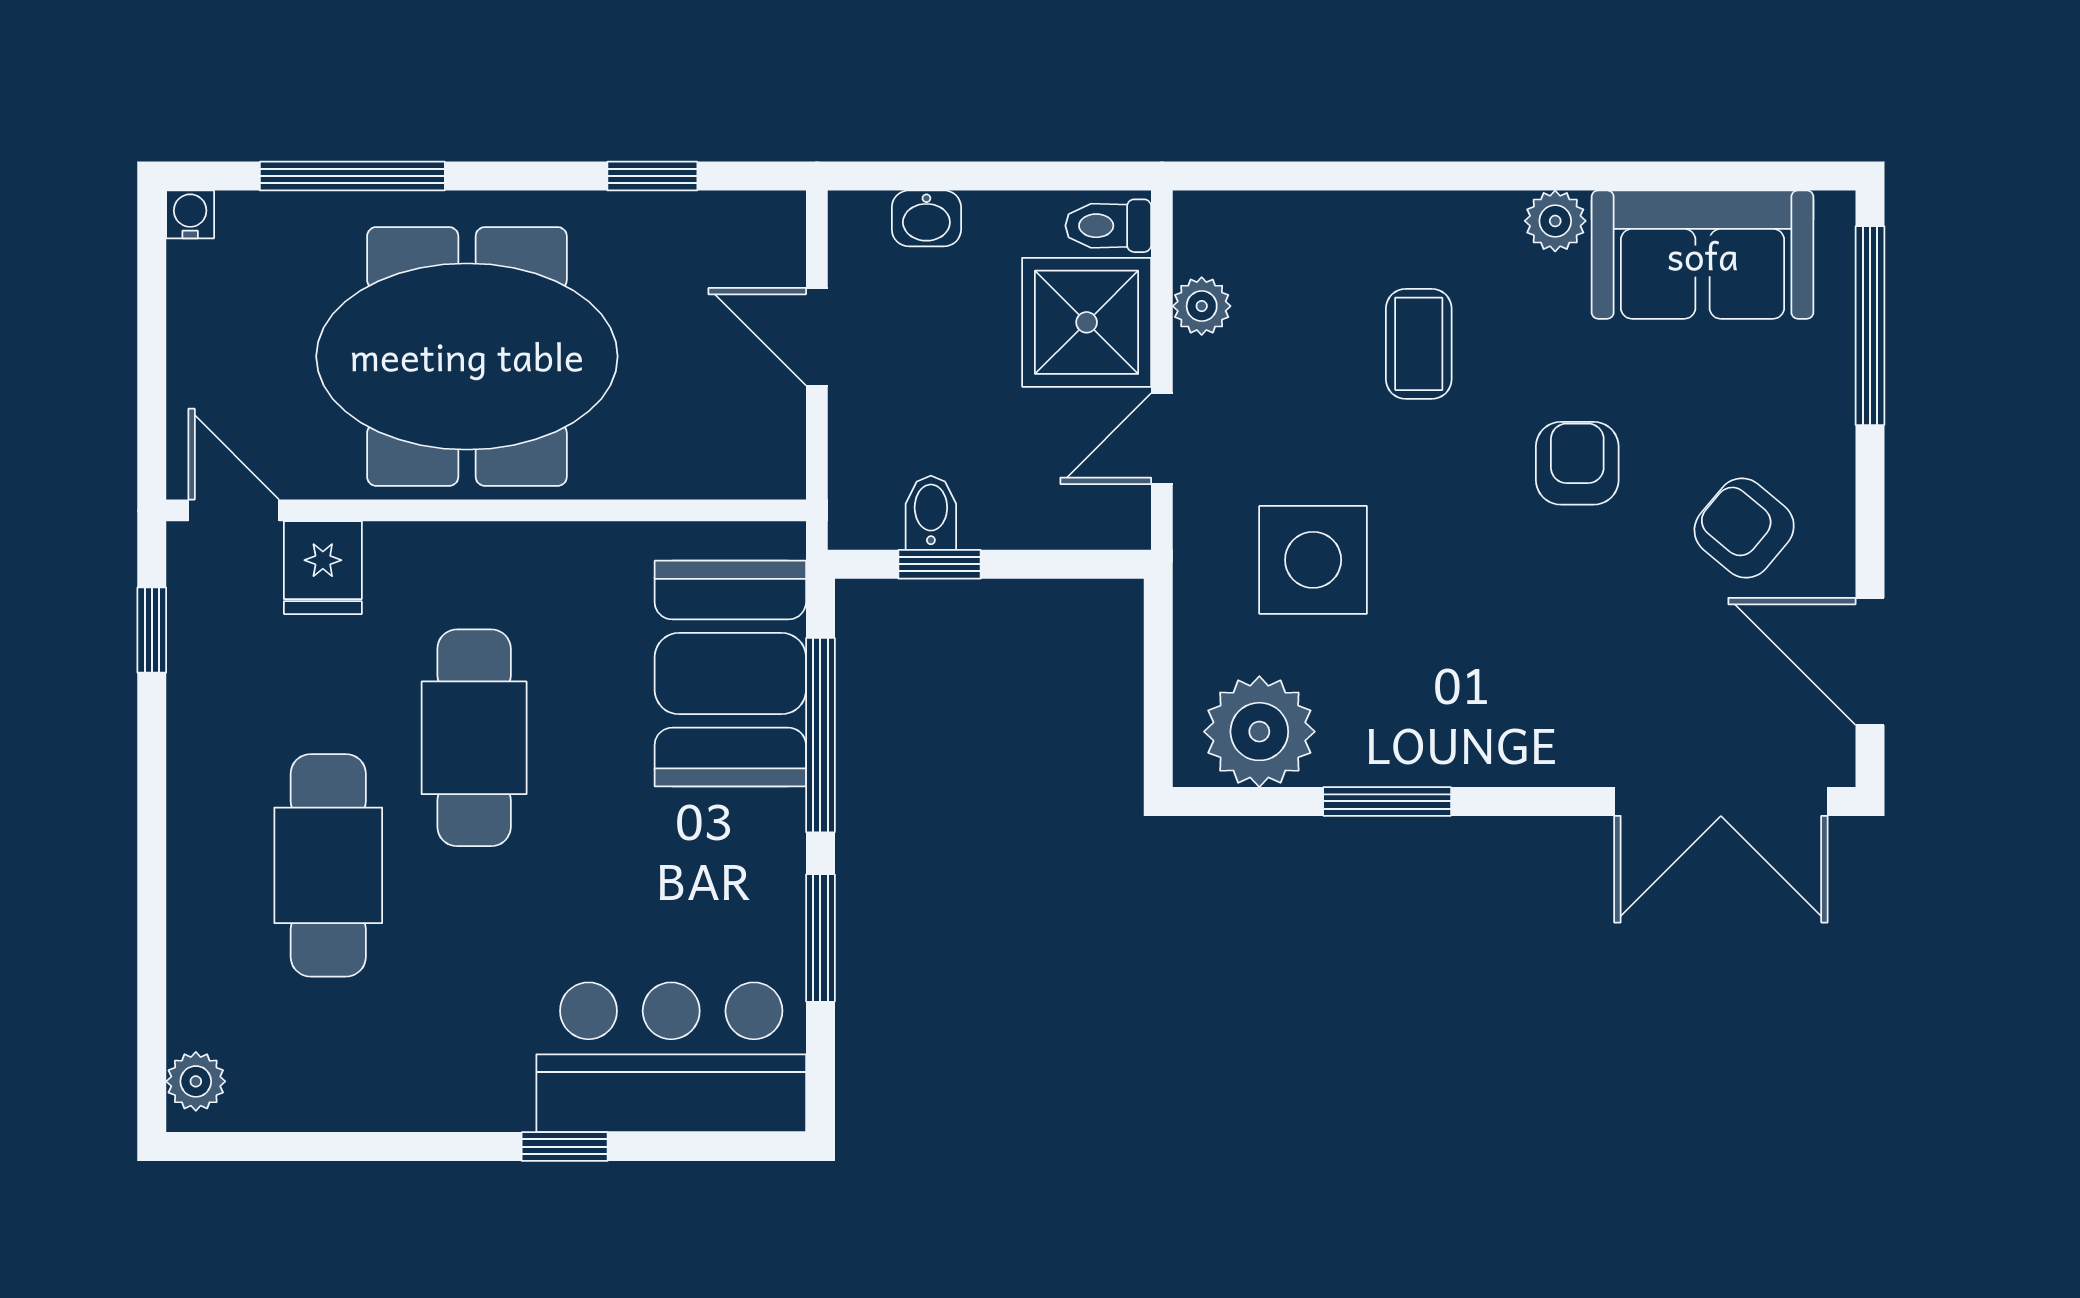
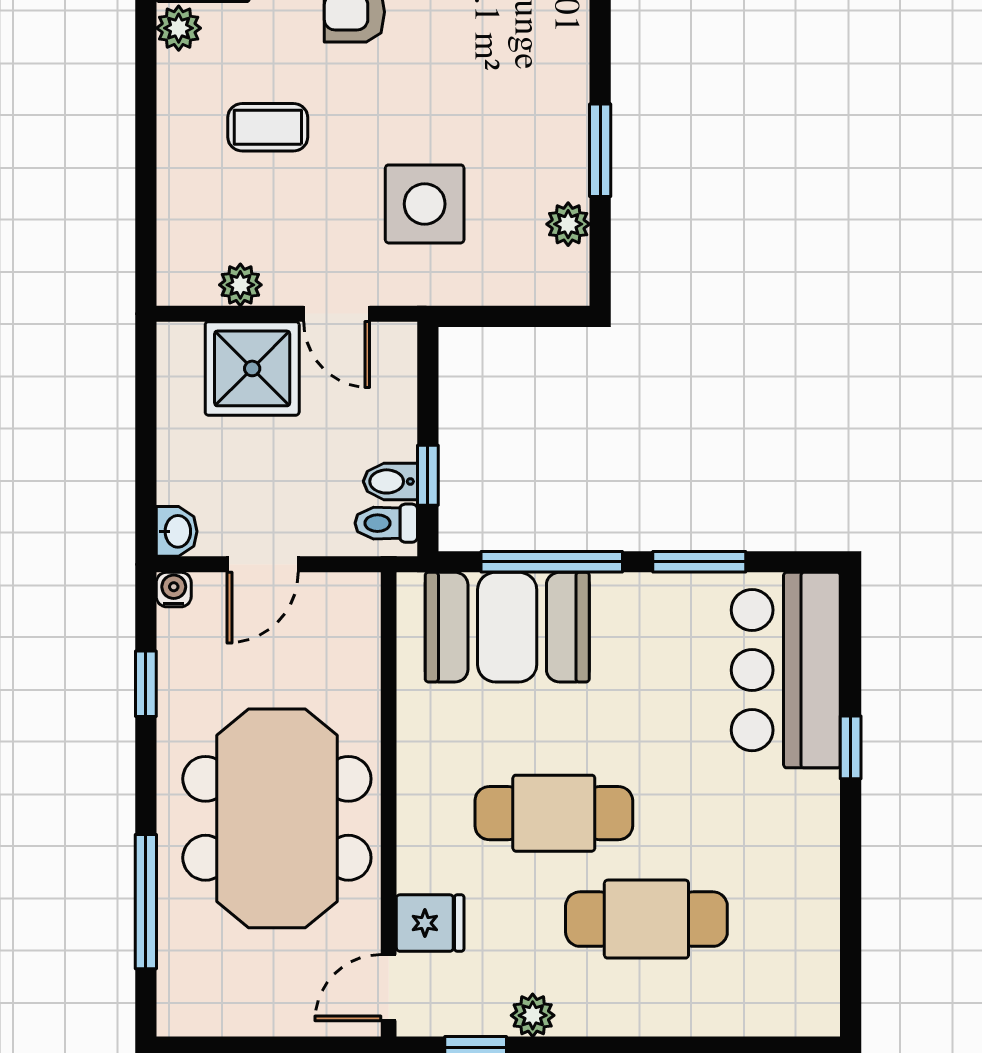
water cooler: (190, 214) -> (174, 590), moved, turned 90
washbasin: (926, 218) -> (177, 531), moved
toilet: (1108, 226) -> (386, 523), moved, turned 90
plant: (1259, 732) -> (568, 224), width x0.53, depth x0.53
plant: (196, 1081) -> (533, 1015), moved

